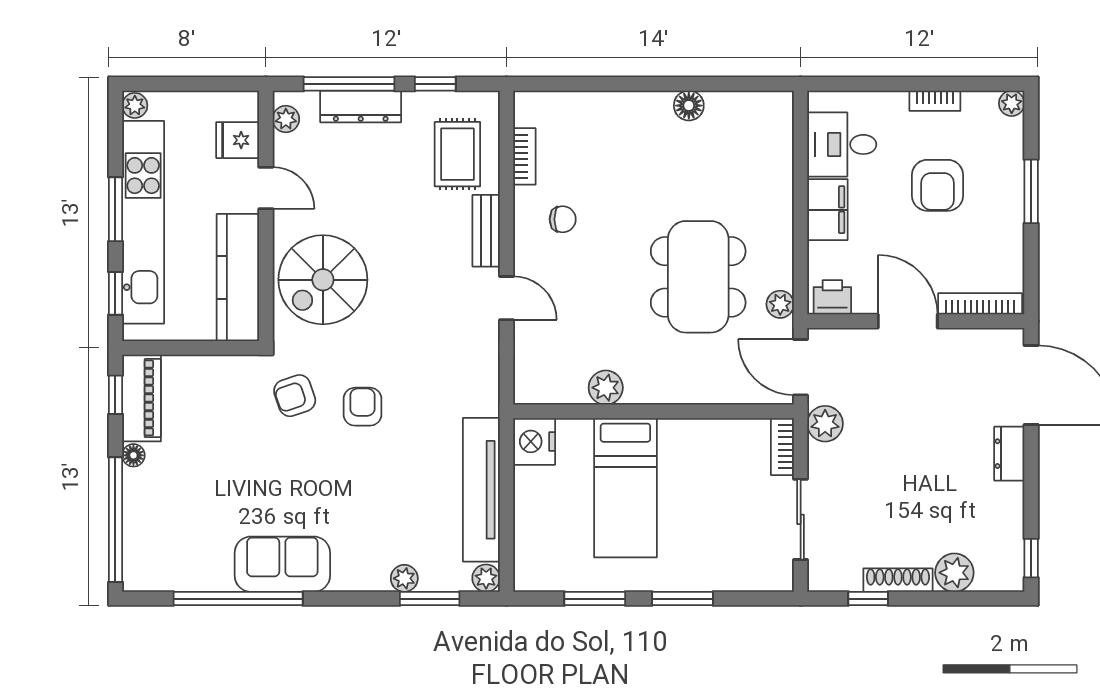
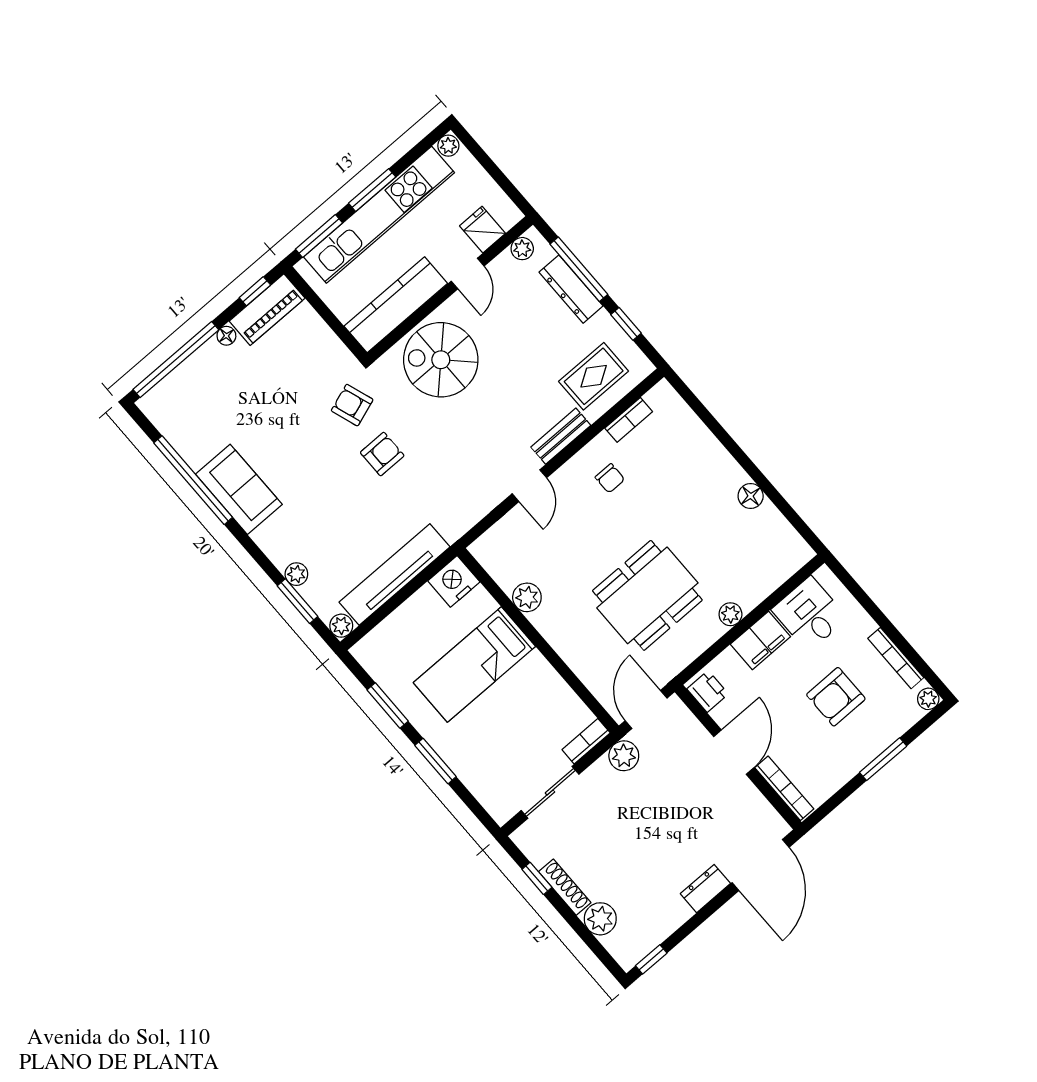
bookcase: (935, 101) -> (896, 658), width x1.56
window: (115, 293) -> (319, 236), width x1.50
plant: (780, 304) -> (730, 614), moved

